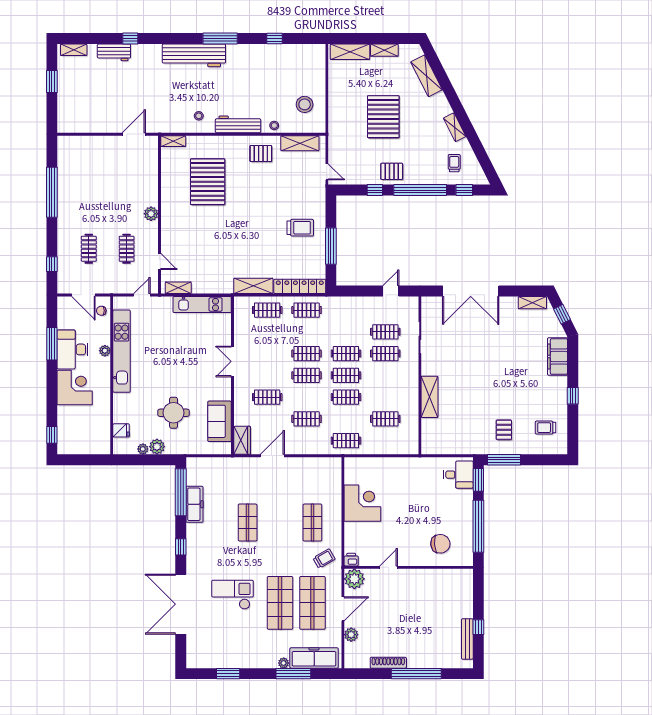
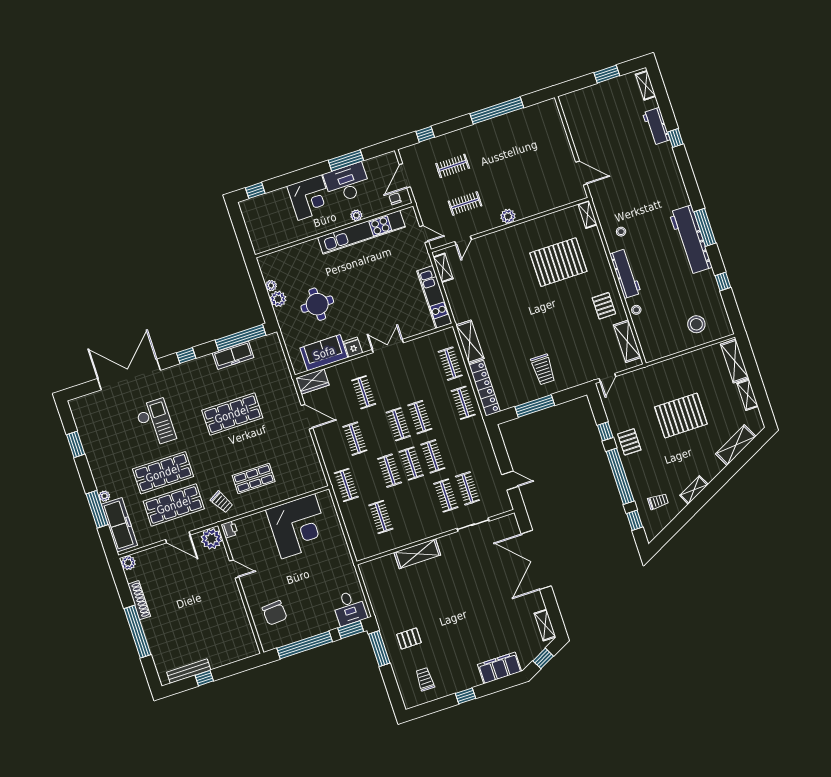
workbench: (194, 55) -> (691, 240), moved
stool: (305, 104) -> (696, 324), moved
fridge: (121, 430) -> (353, 347), moved, turned 180
corner desk: (362, 503) -> (298, 526), width x1.36, depth x1.36
shop shelf: (248, 523) -> (232, 414), width x1.43, depth x1.36
plant: (351, 635) -> (128, 563), moved

